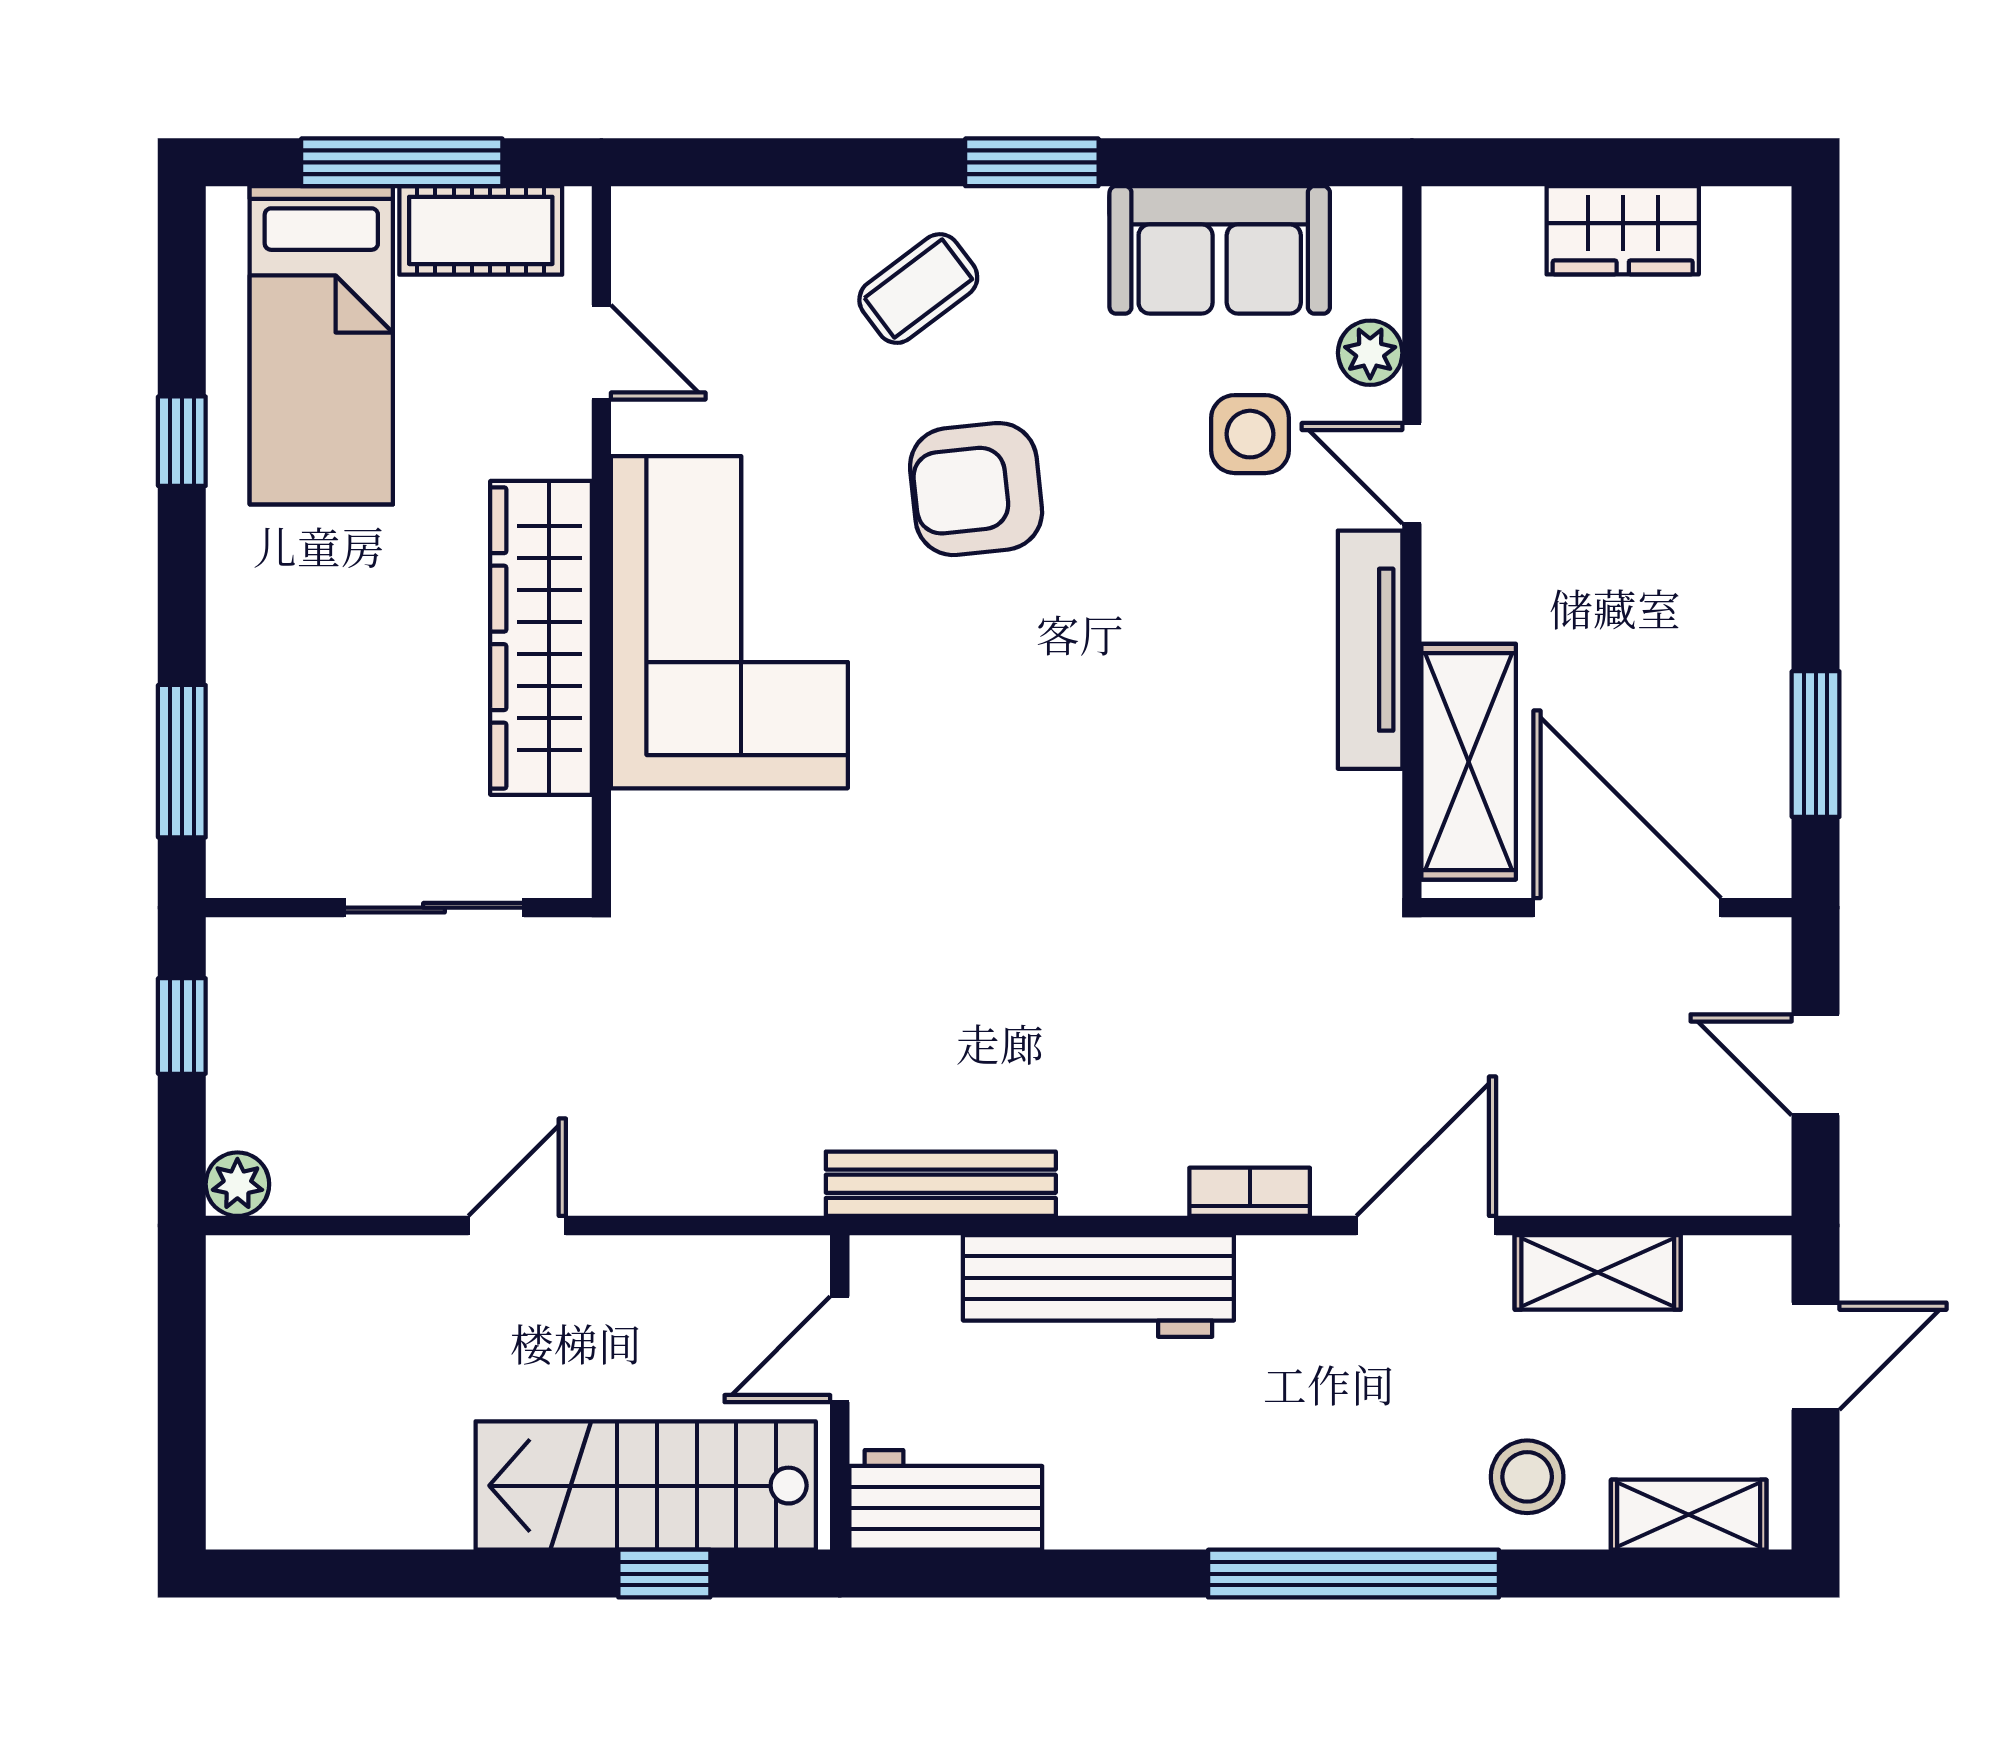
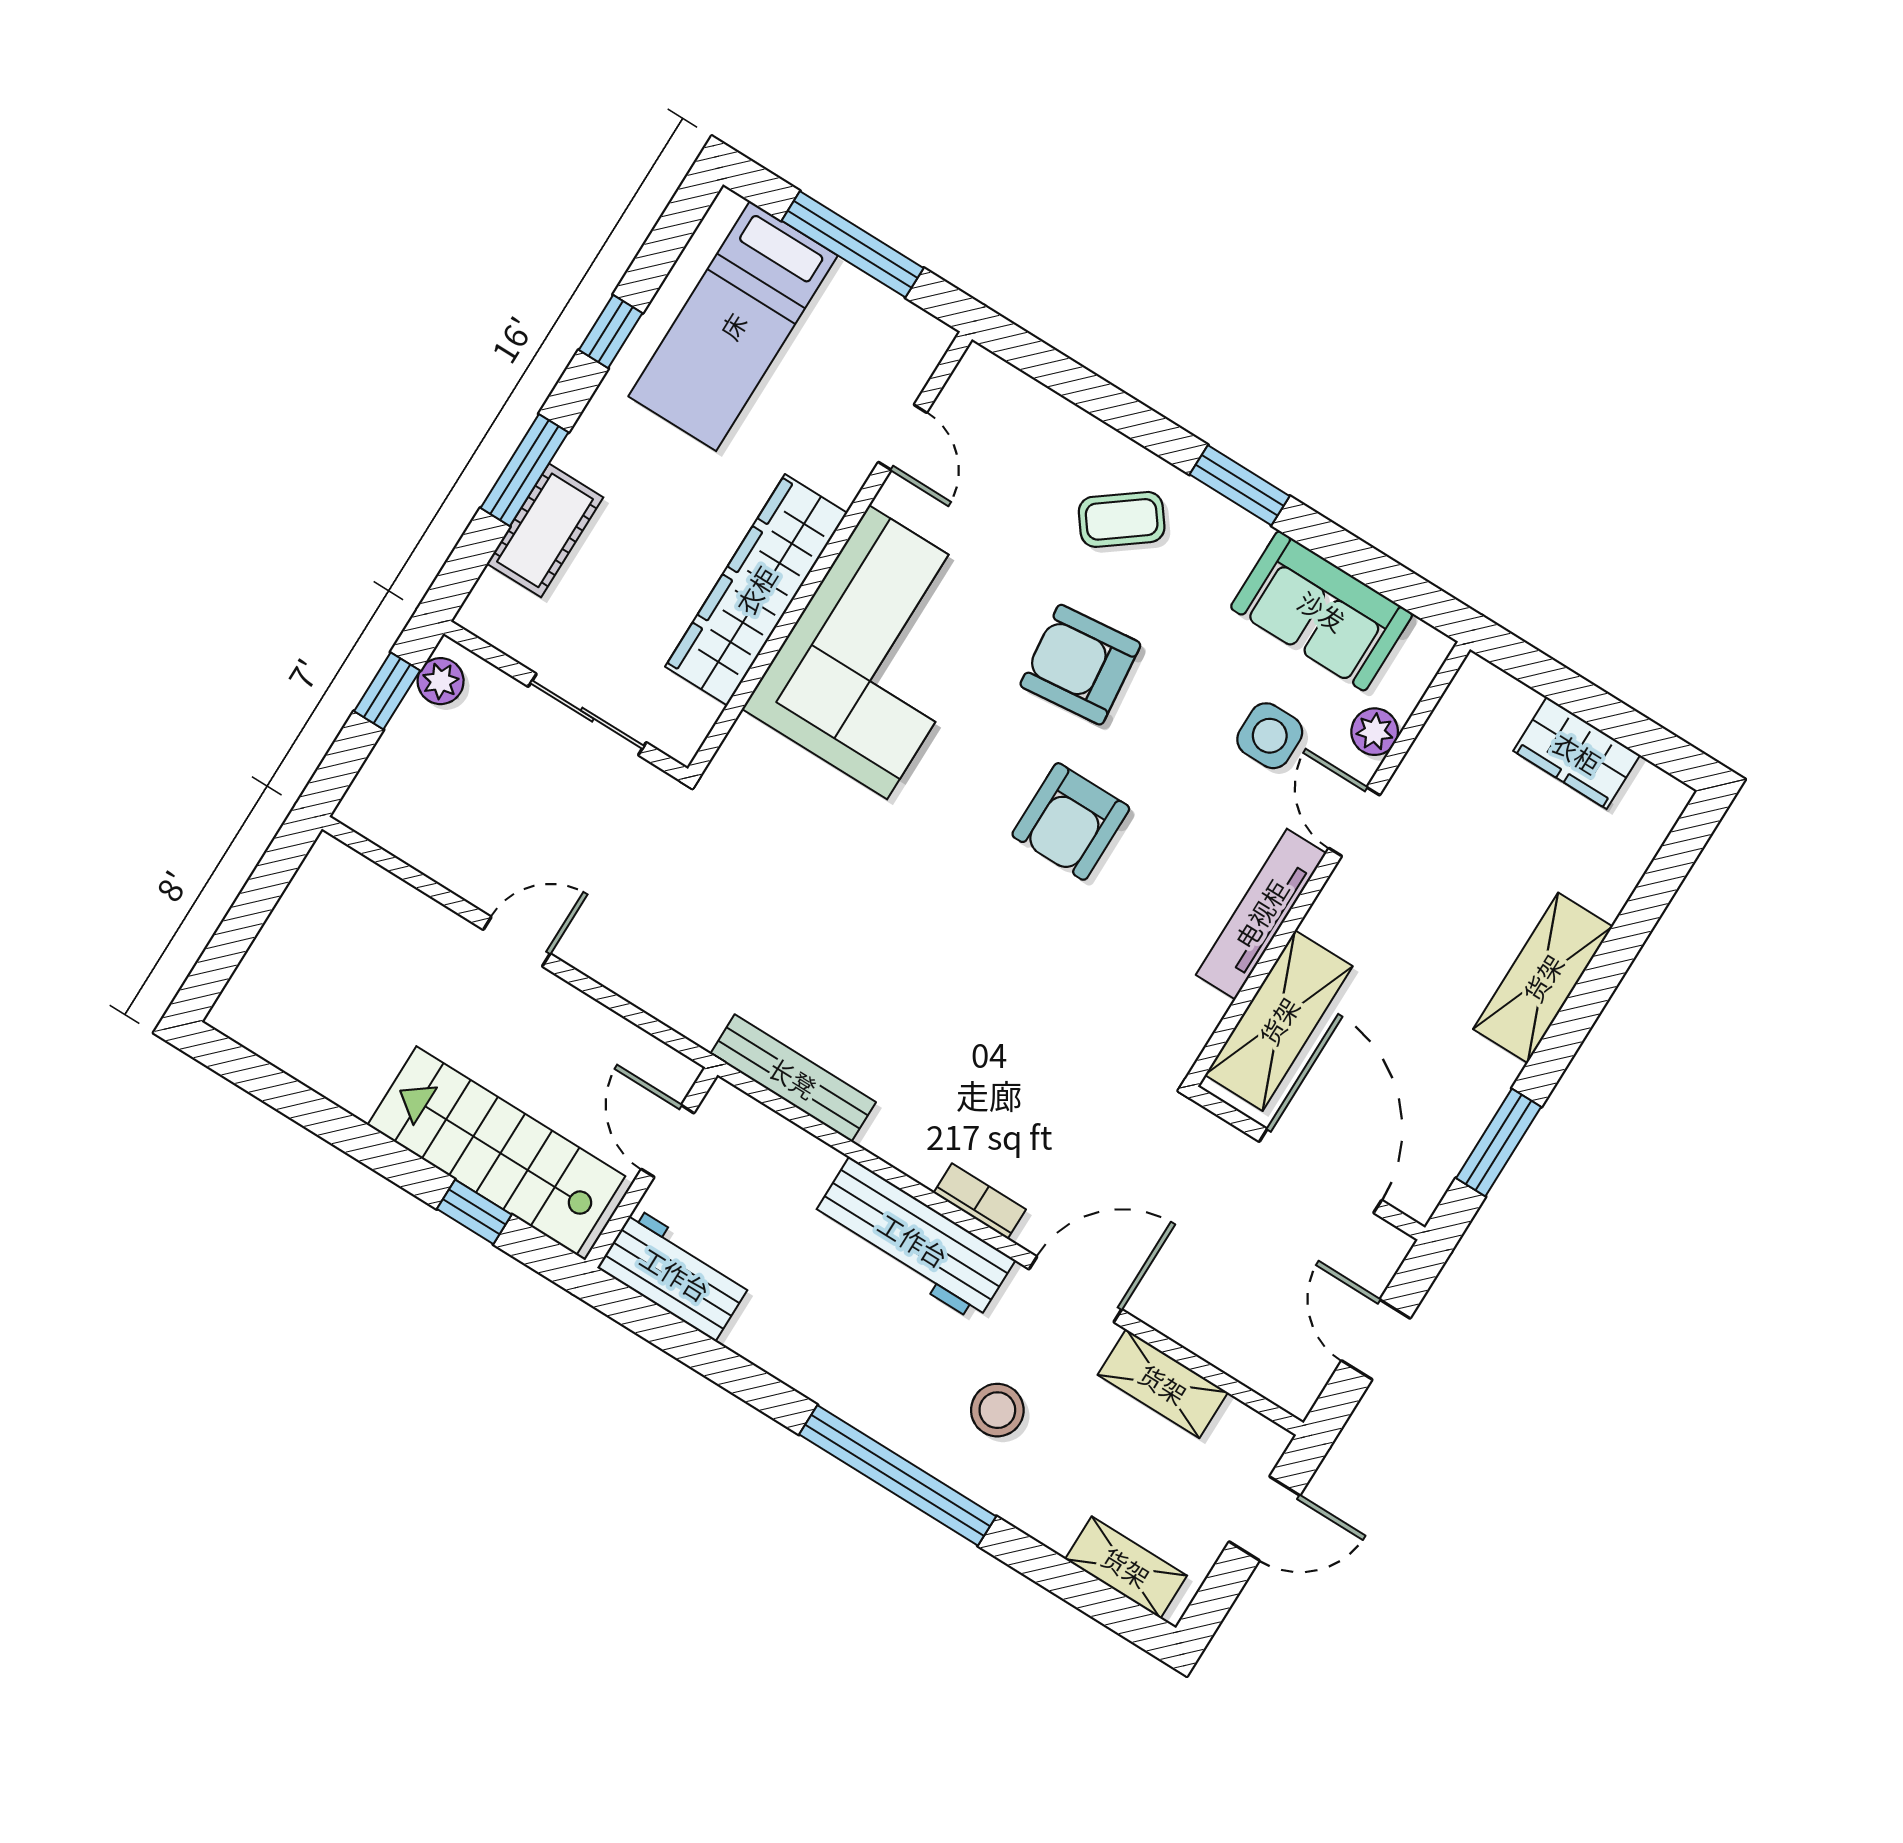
cot: (481, 230) -> (545, 530), moved, turned 90
shelving: (1747, 519) -> (1543, 978), added
armchair: (1079, 680) -> (1071, 821), added
window: (182, 761) -> (524, 470), moved
plant: (237, 1184) -> (441, 681), moved
workbench: (1098, 1286) -> (913, 1240), moved
door: (840, 1349) -> (668, 1141), hinge flipped
stool: (1527, 1477) -> (997, 1410), moved

